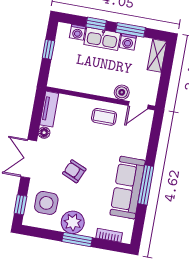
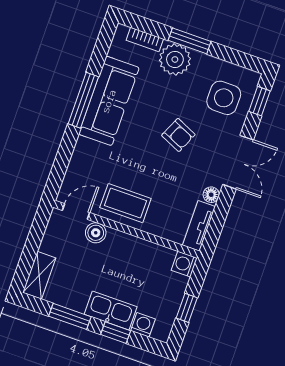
washing machine: (128, 42) -> (184, 264), moved, turned -90
coffee table: (104, 117) -> (125, 203), width x1.36, depth x1.30
plant: (73, 222) -> (175, 59), moved

